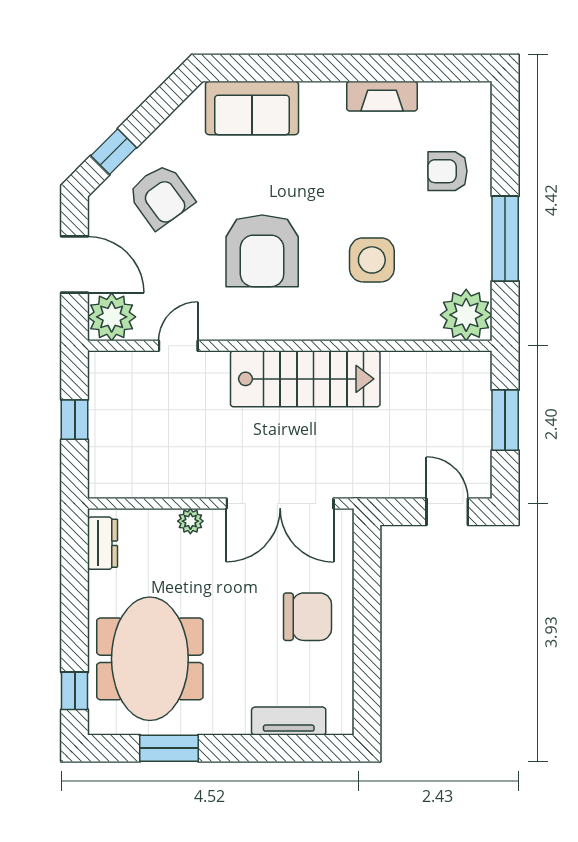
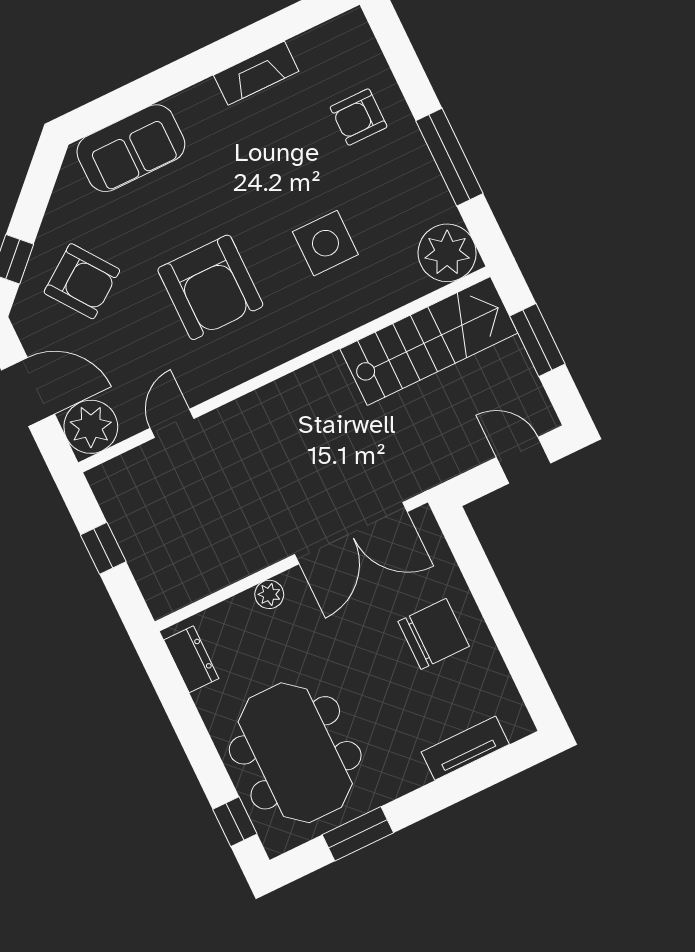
stairs: (305, 379) -> (429, 341), moved

